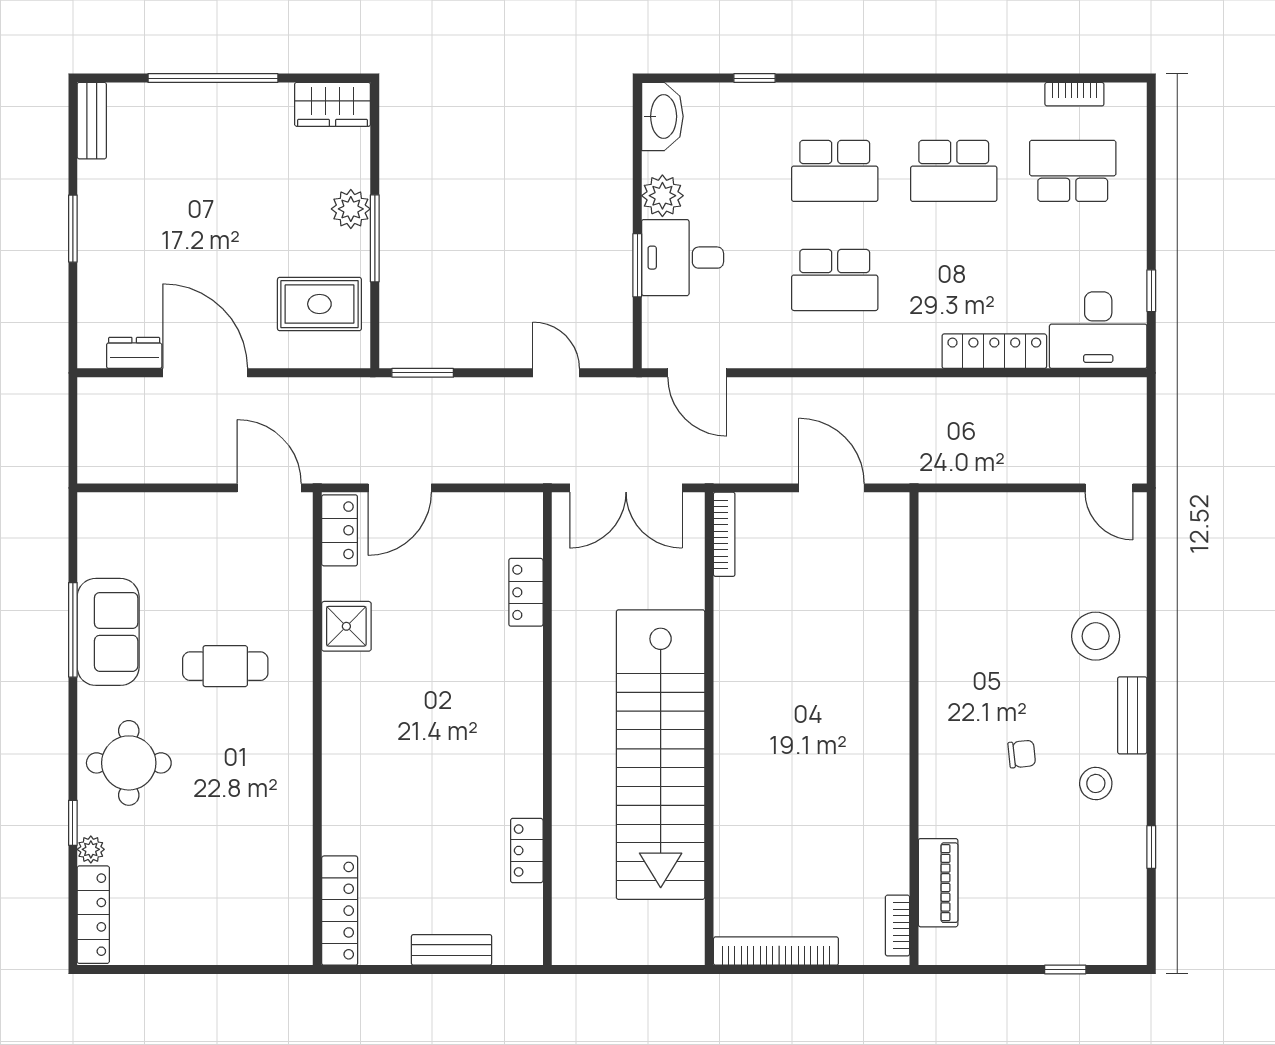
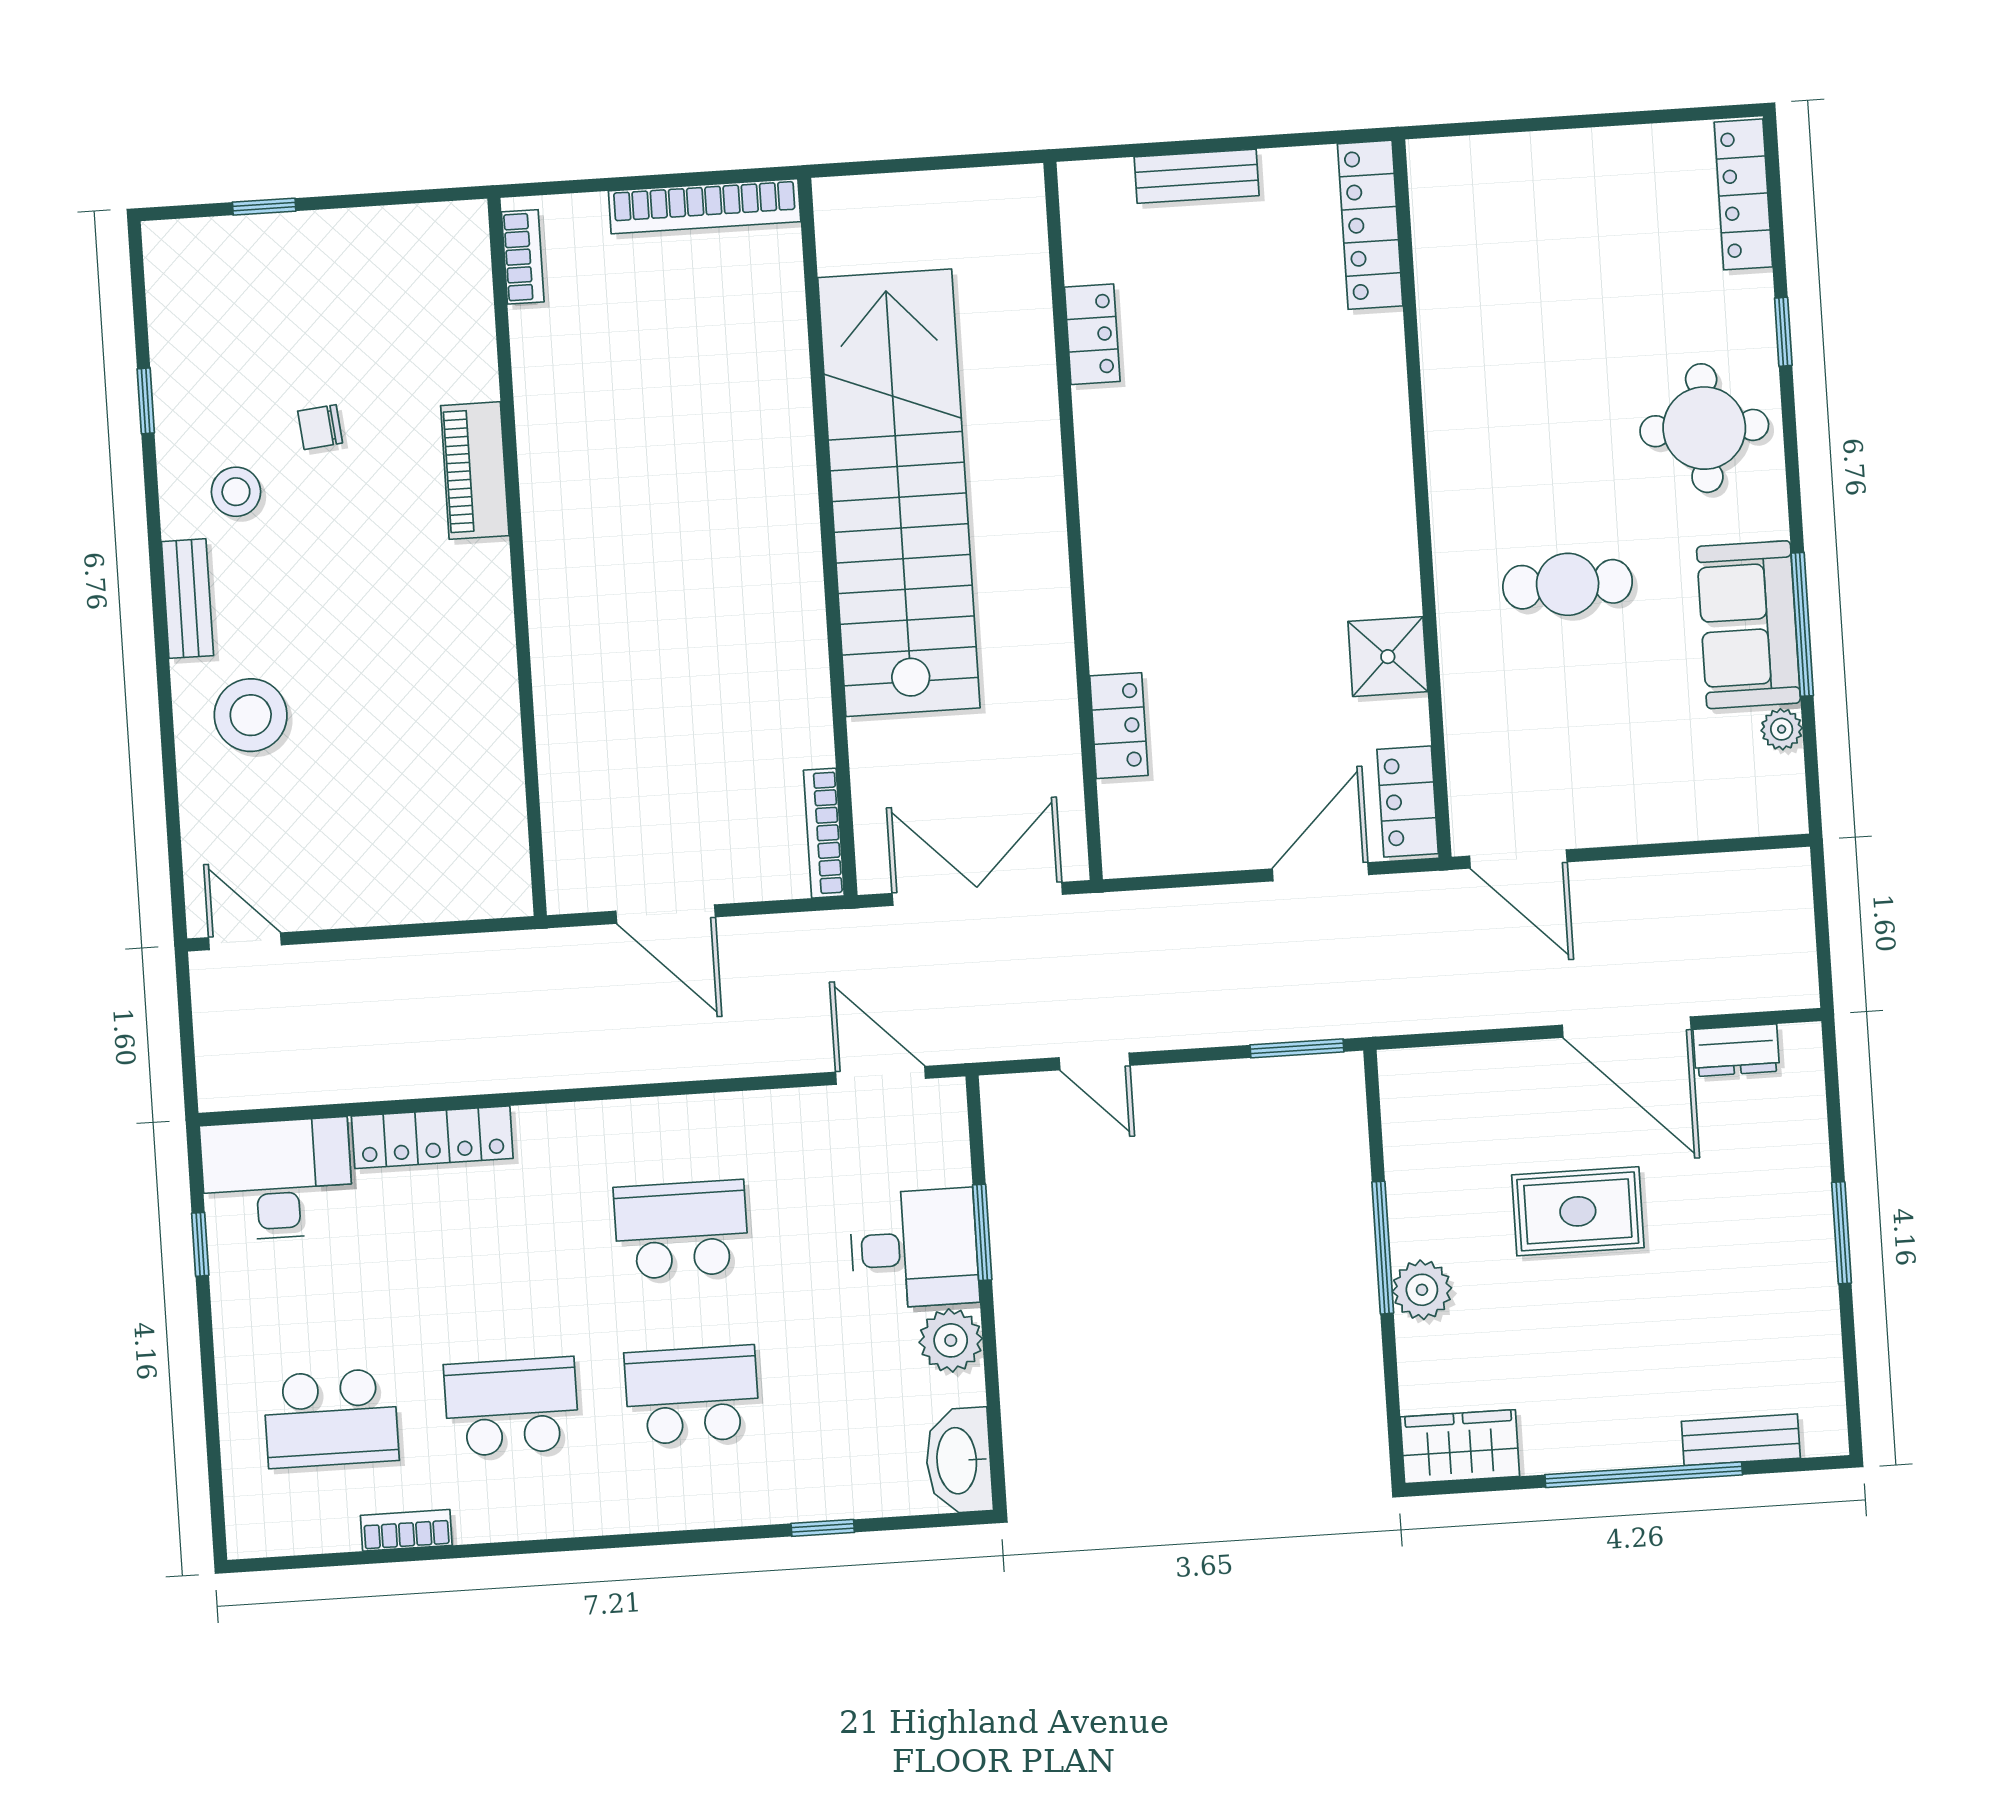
bookcase: (1074, 94) -> (406, 1530), moved
bench: (92, 121) -> (1741, 1440), moved, turned 90
rug: (319, 304) -> (1578, 1211), moved
chair: (1022, 754) -> (320, 427), moved
plant: (91, 849) -> (1782, 729), moved
piano: (938, 883) -> (475, 471), moved

